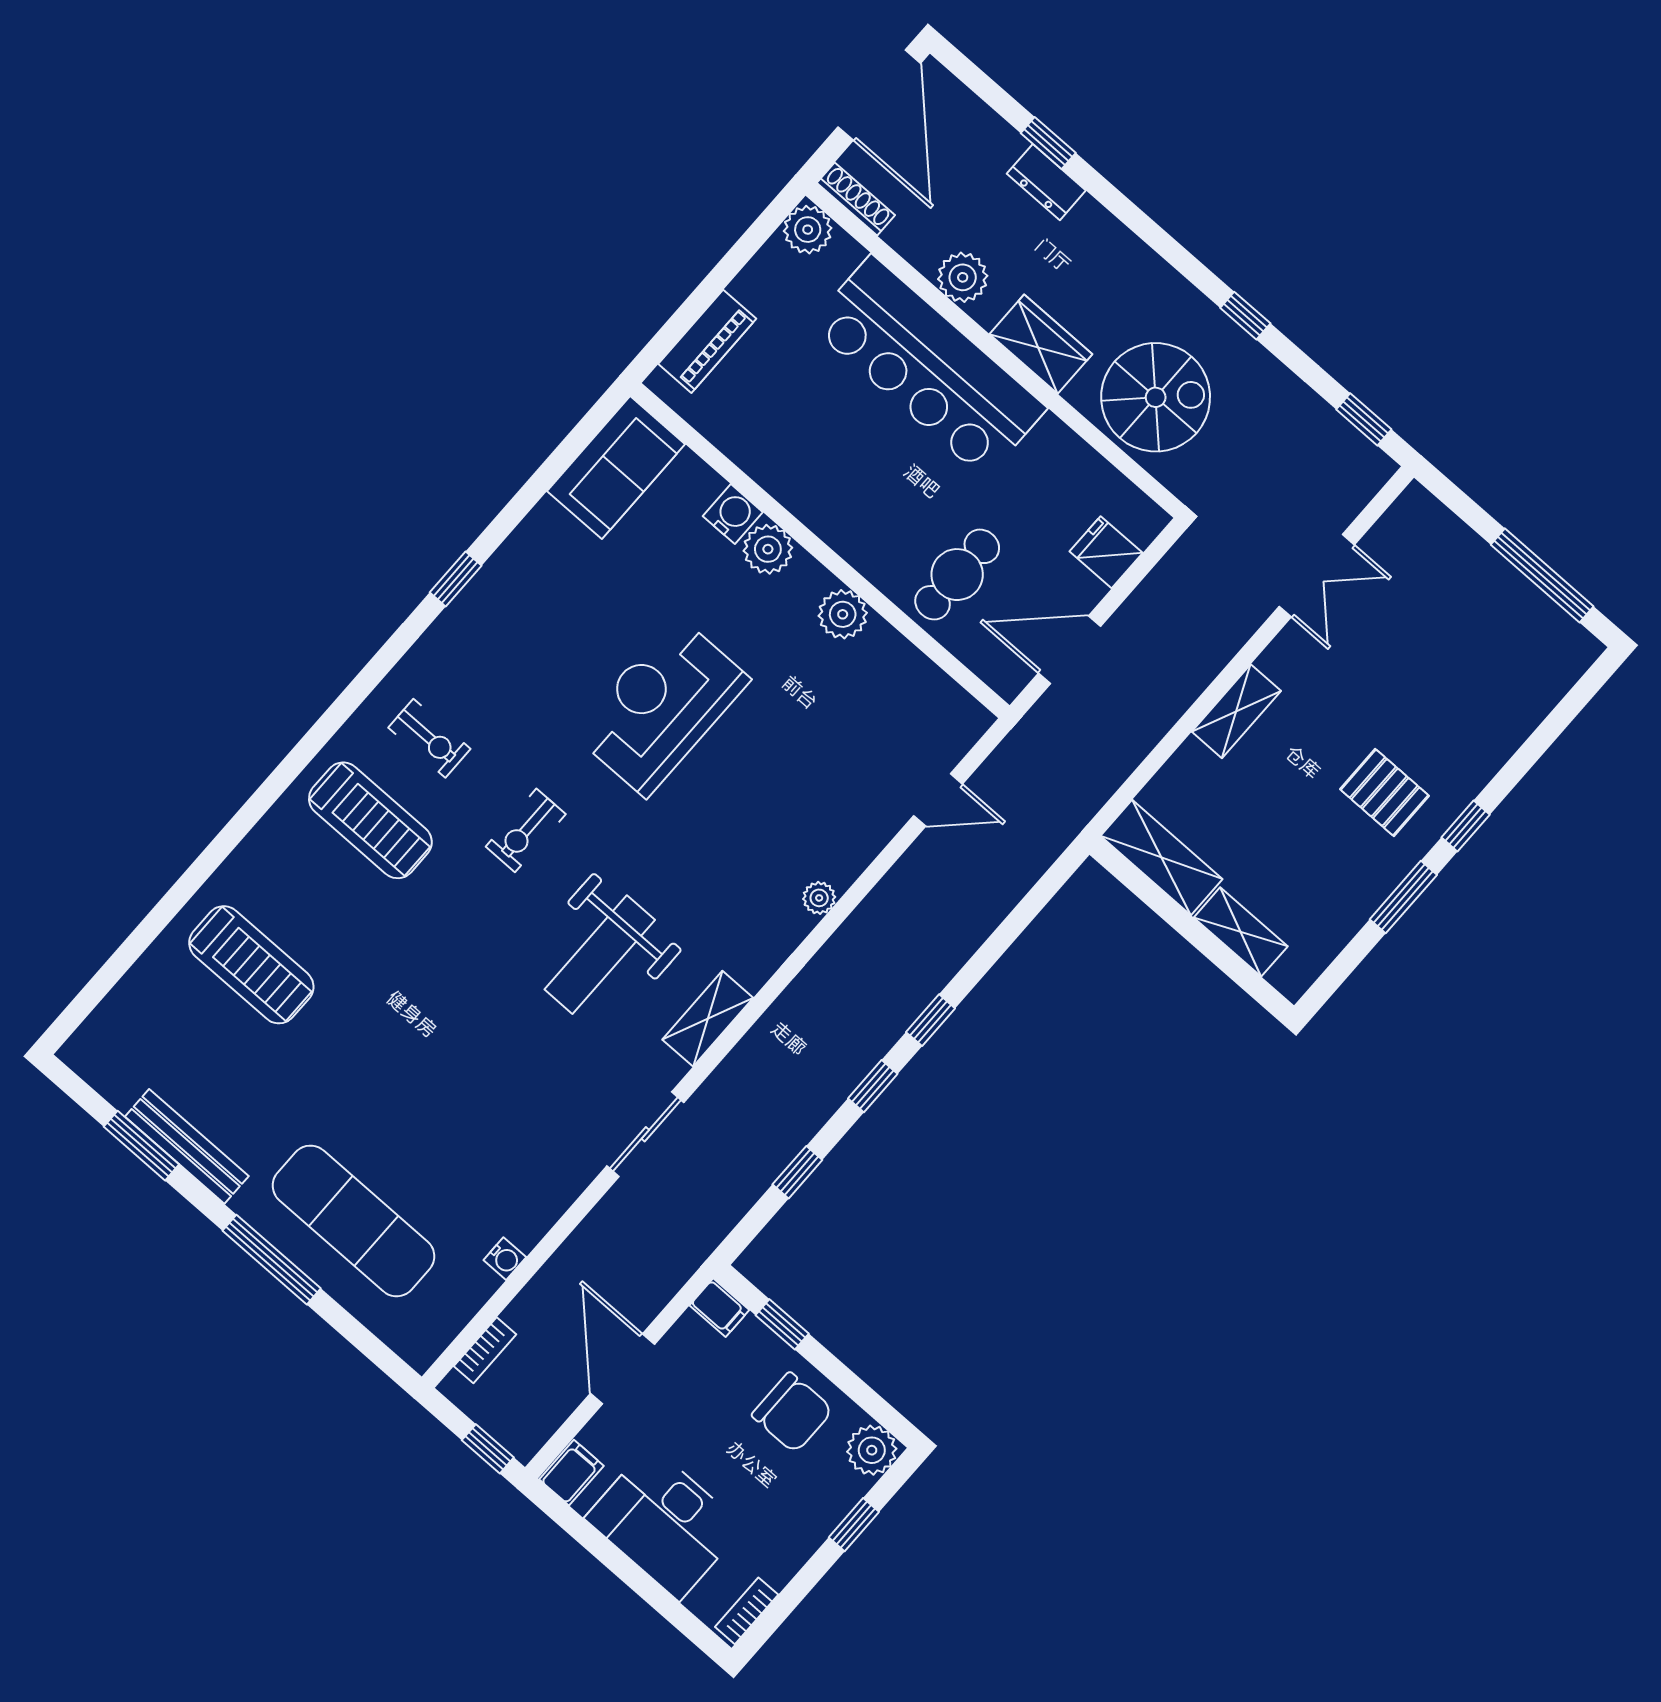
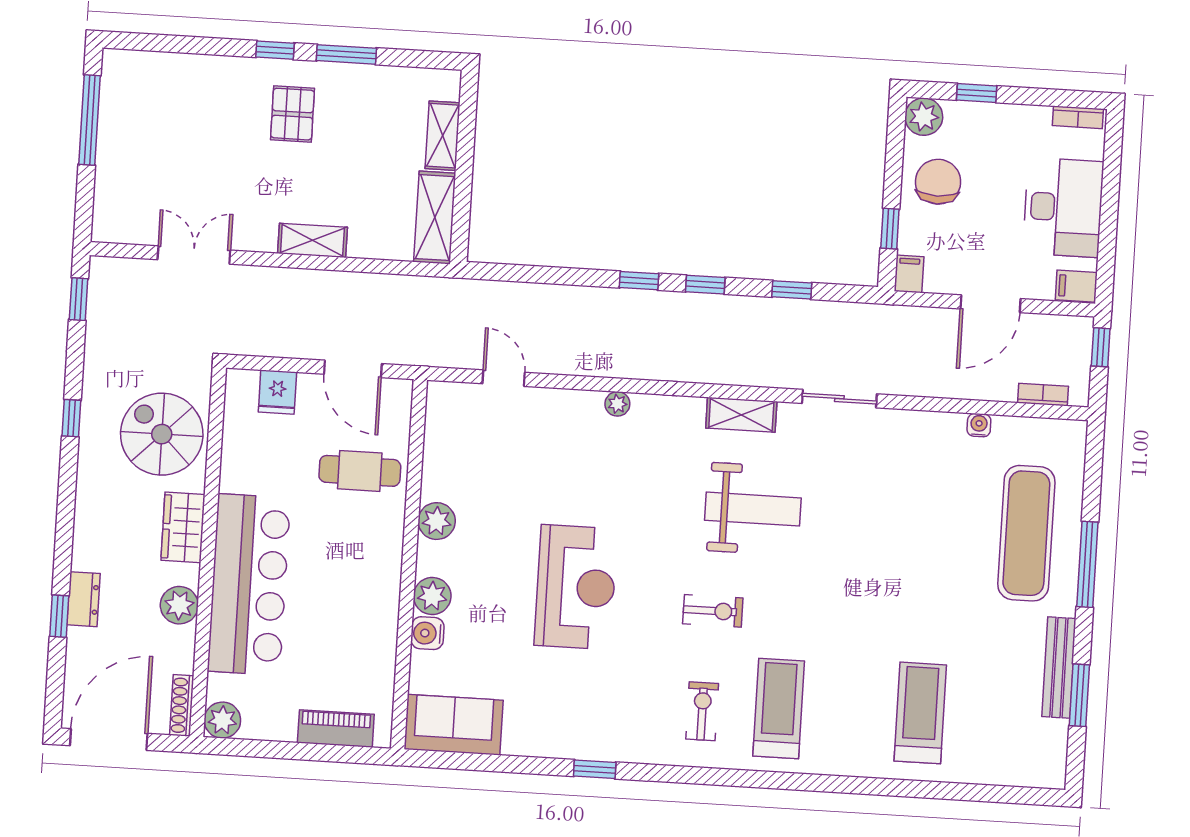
reception desk: (661, 706) -> (576, 587), turned -90

